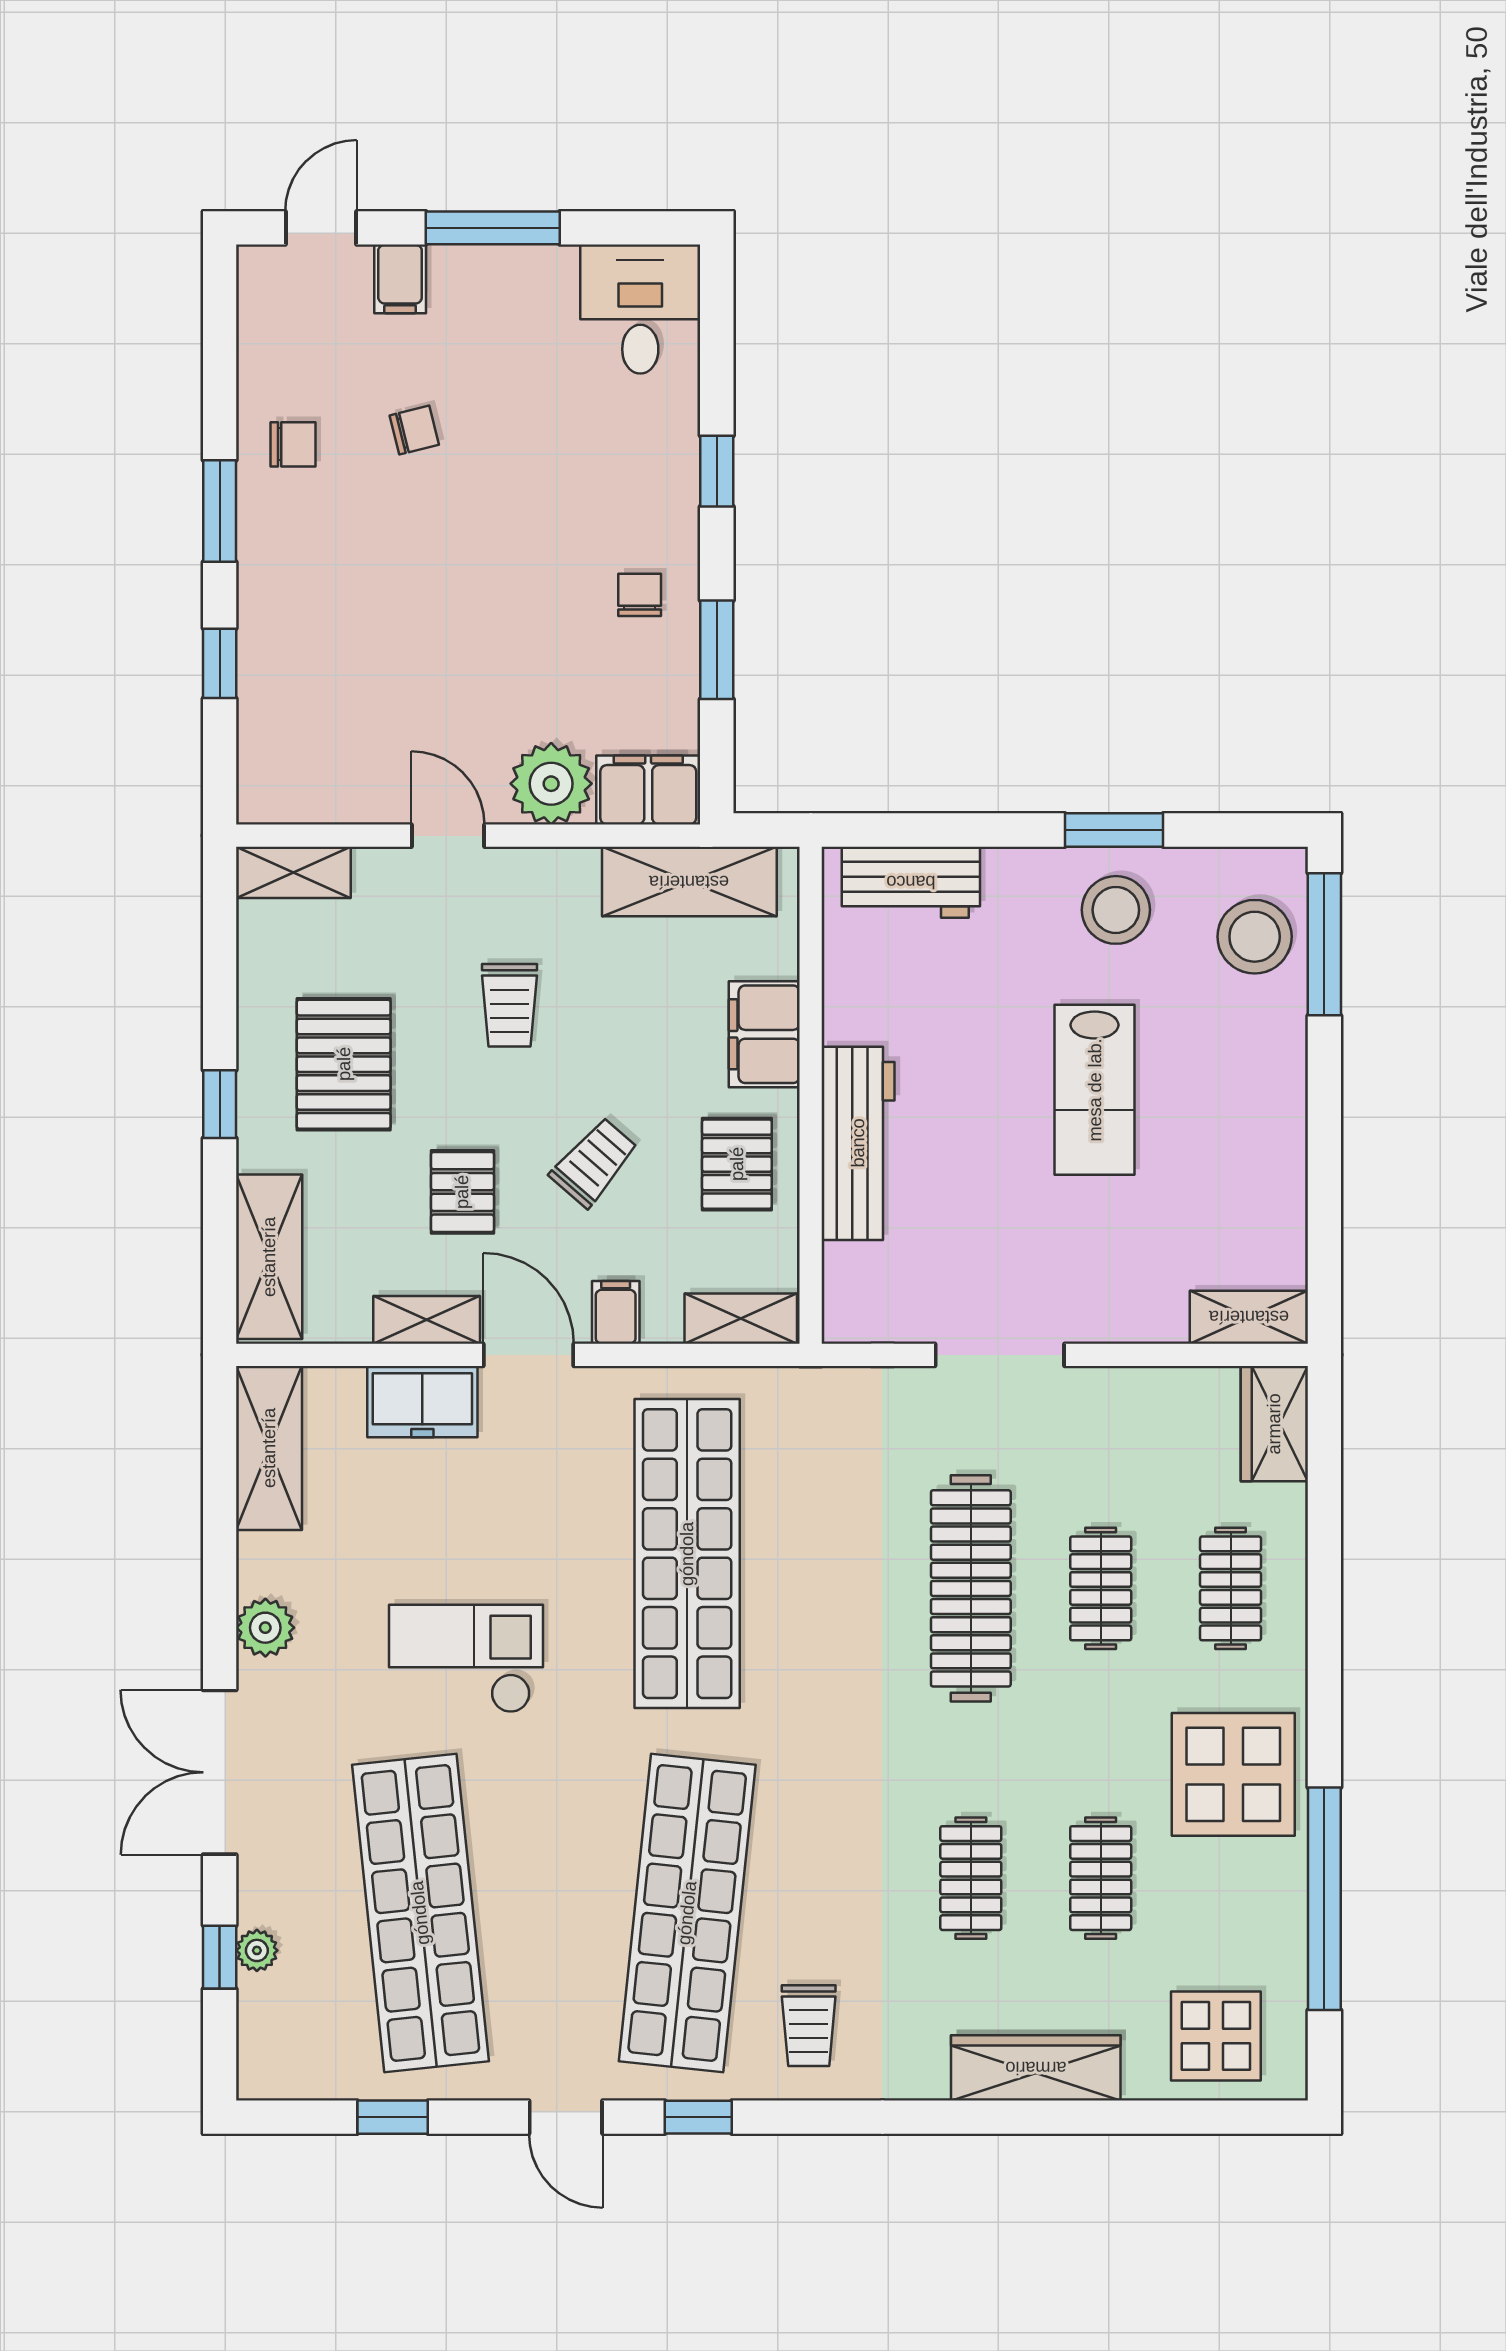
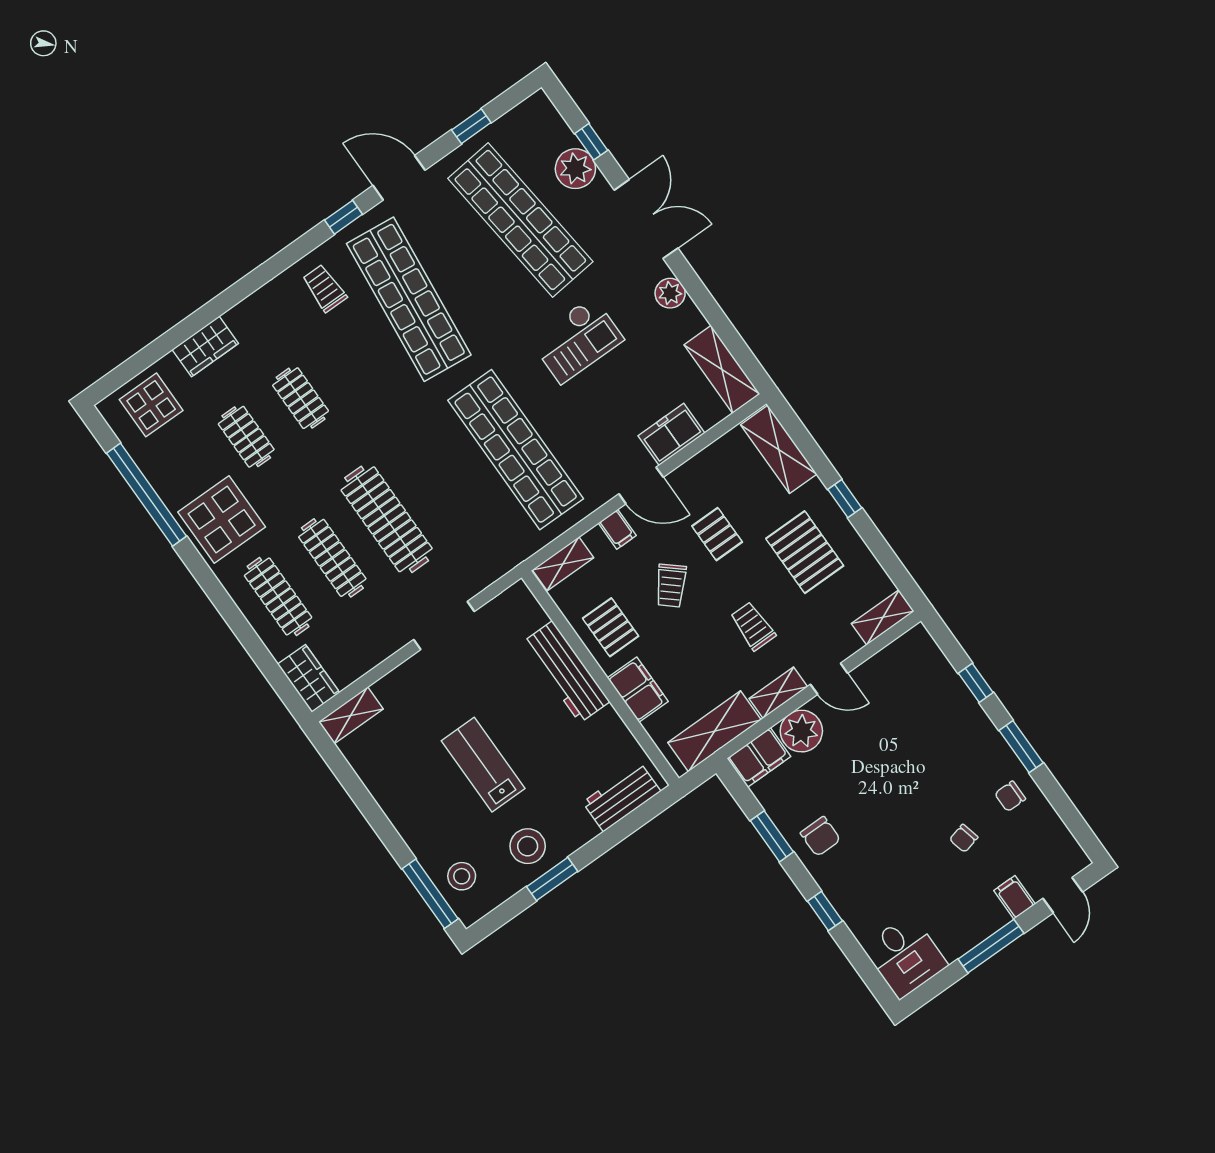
chair: (640, 595) -> (820, 836), width x1.37, depth x1.37
stool: (1255, 937) -> (462, 876), width x0.73, depth x0.73
shelving: (427, 1320) -> (778, 693), moved
clothes rail: (1101, 1588) -> (332, 558), width x1.36
clothes rail: (1231, 1588) -> (278, 596), width x1.36
plant: (257, 1950) -> (575, 169), width x1.88, depth x1.88
wardrobe: (1036, 2068) -> (205, 346), width x0.67
door: (566, 2117) -> (399, 178), width x1.38

